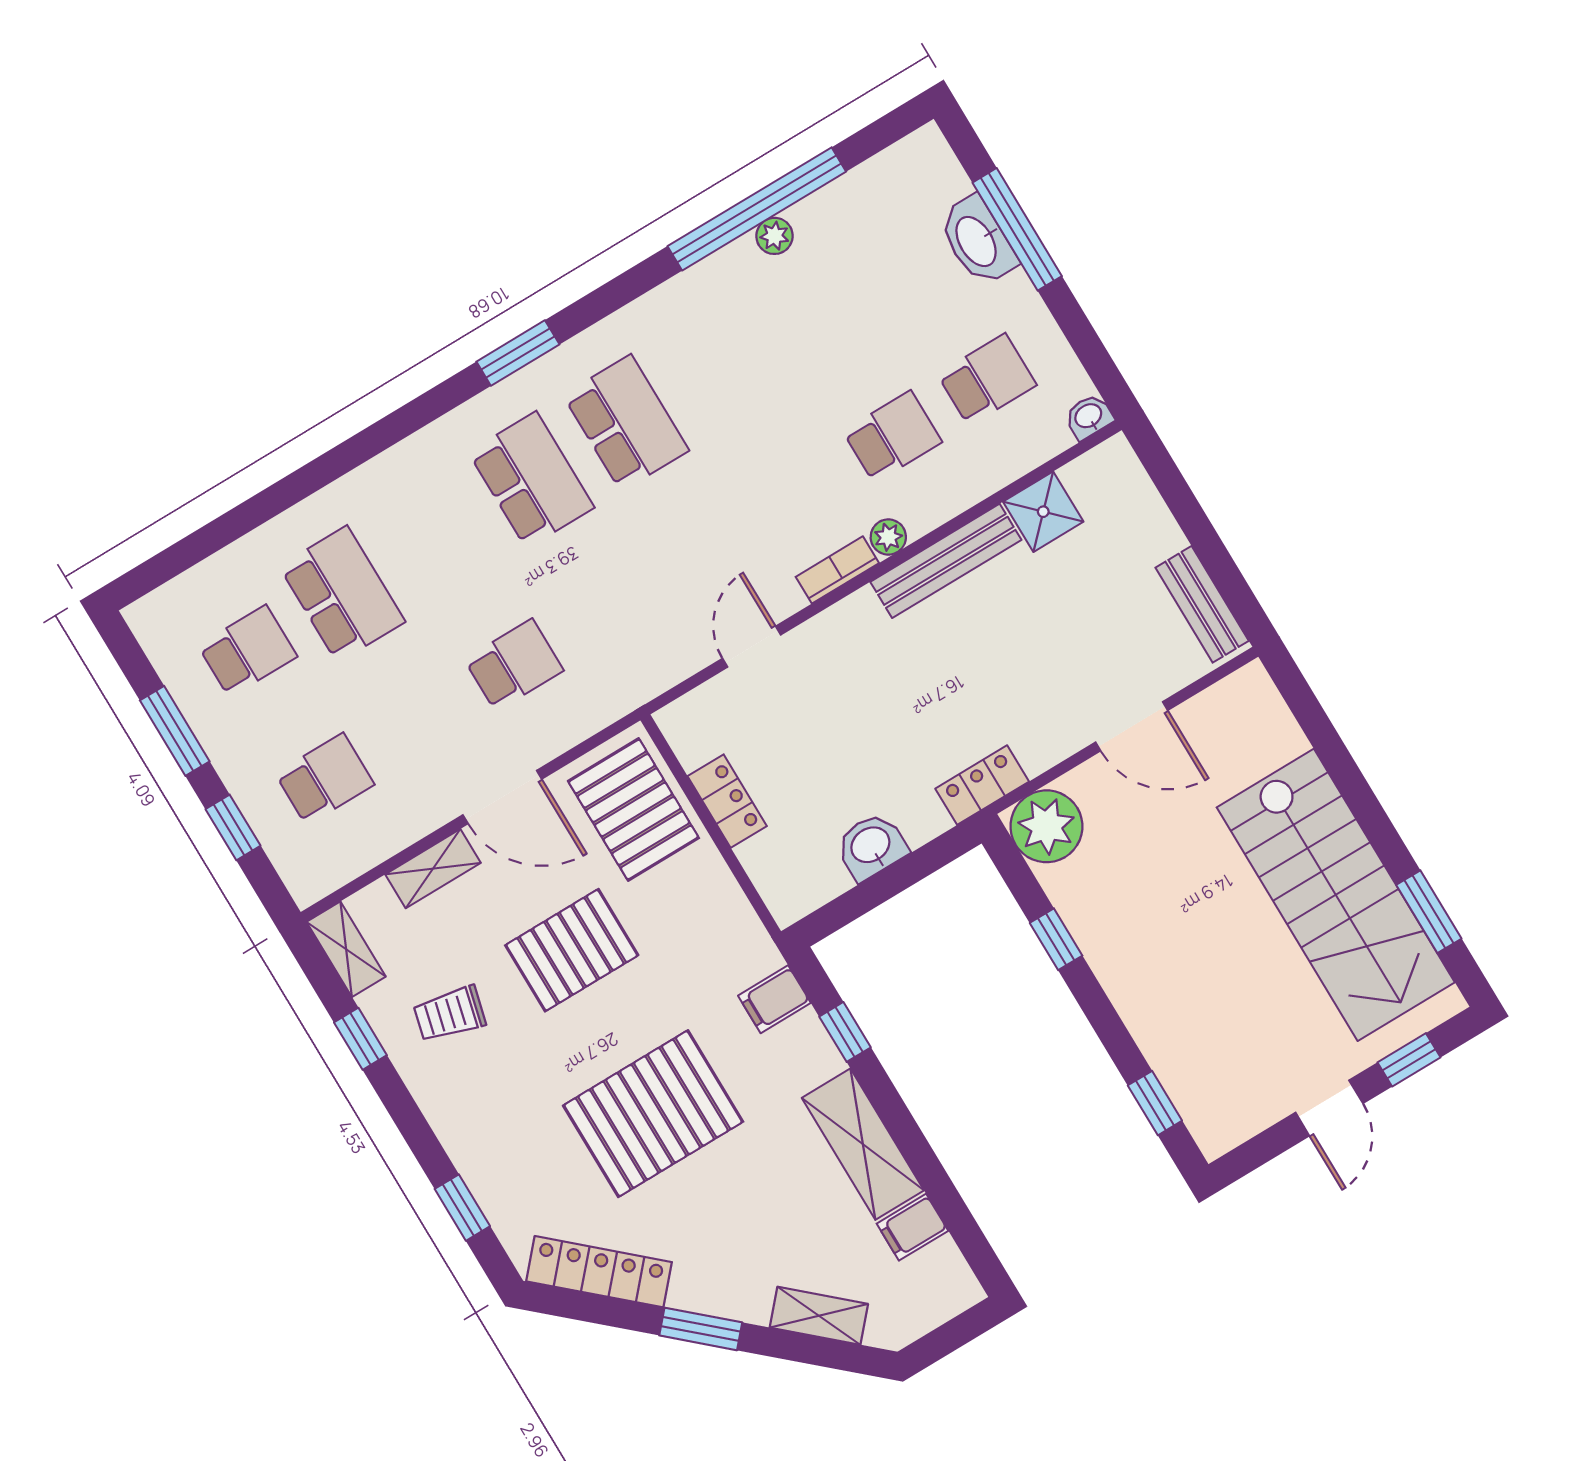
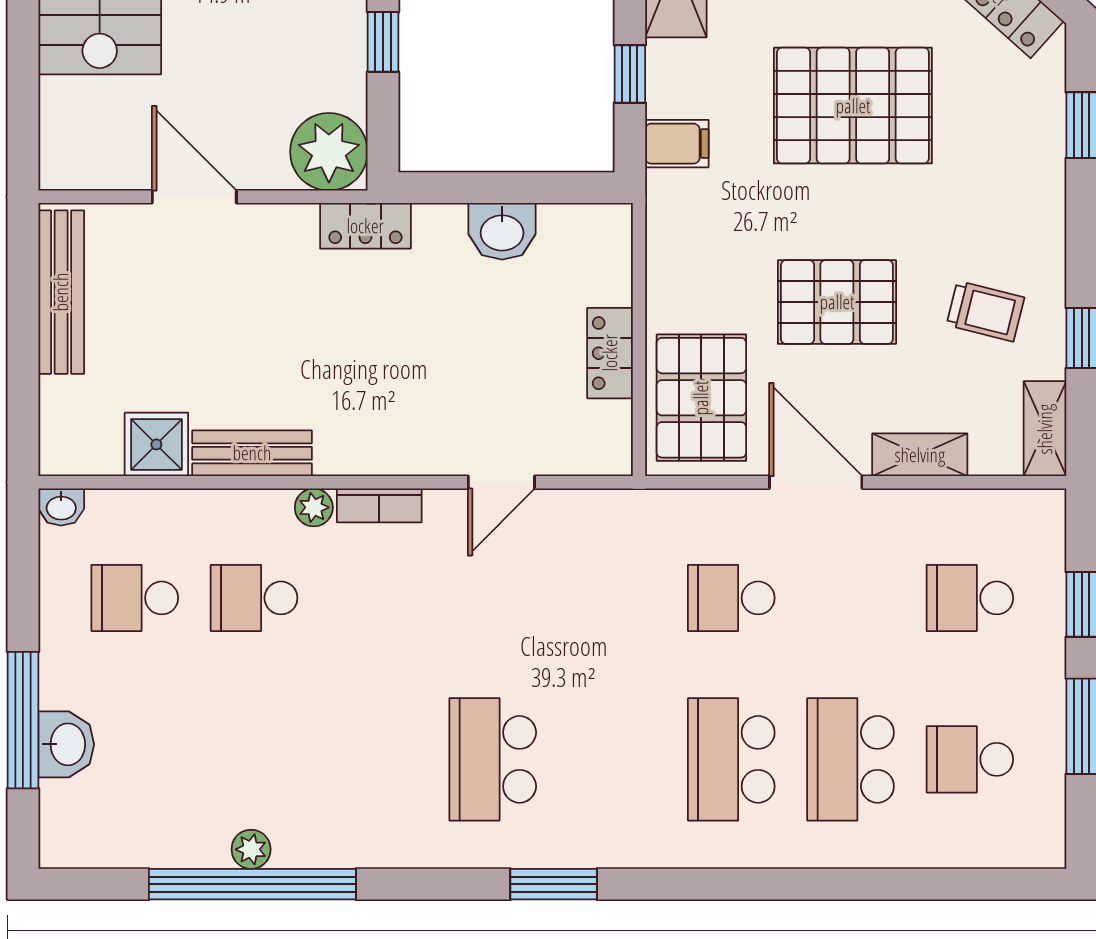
washbasin: (977, 241) -> (66, 744), width x0.72
school desk: (531, 480) -> (731, 759), moved
bench: (946, 561) -> (252, 453), width x0.73
bench: (1202, 604) -> (61, 292), width x1.36

